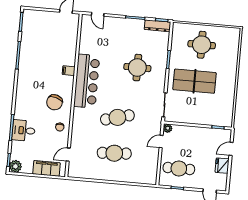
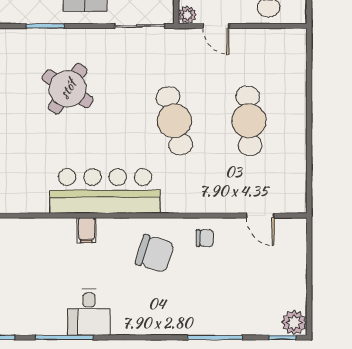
round table: (137, 68) -> (68, 89), turned 33
desk: (24, 130) -> (89, 312), moved
filing cabinet: (46, 168) -> (293, 258), removed

